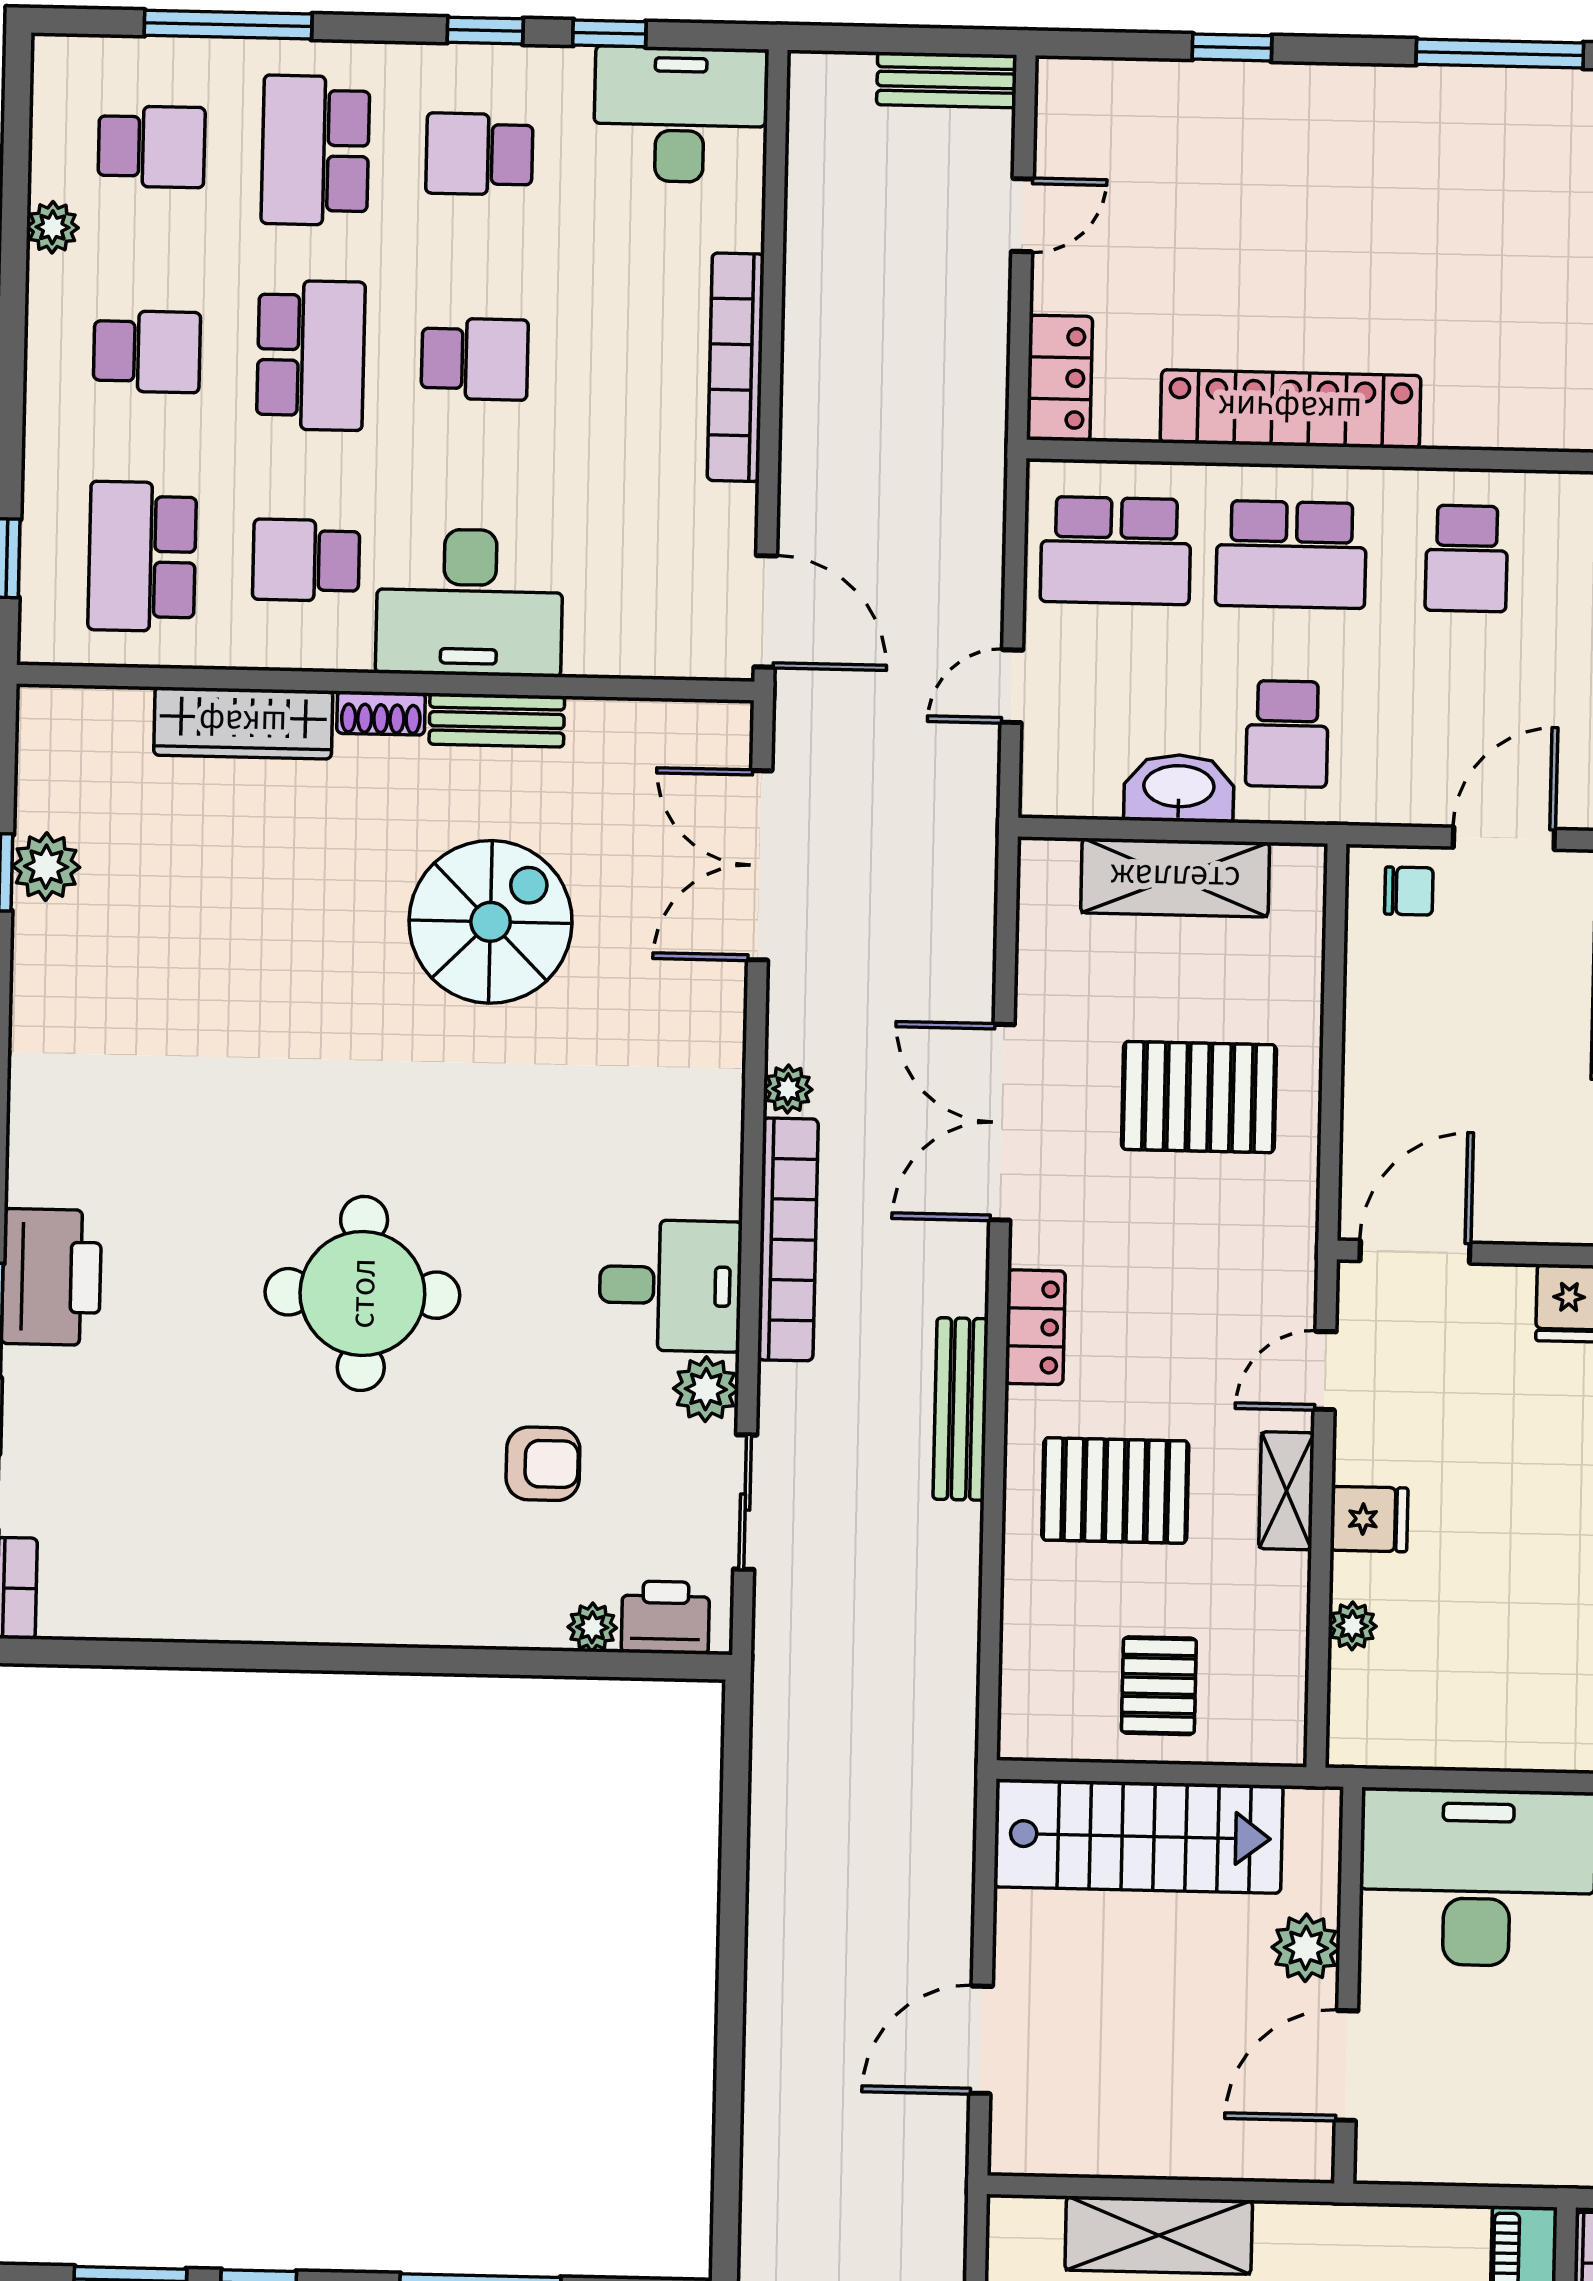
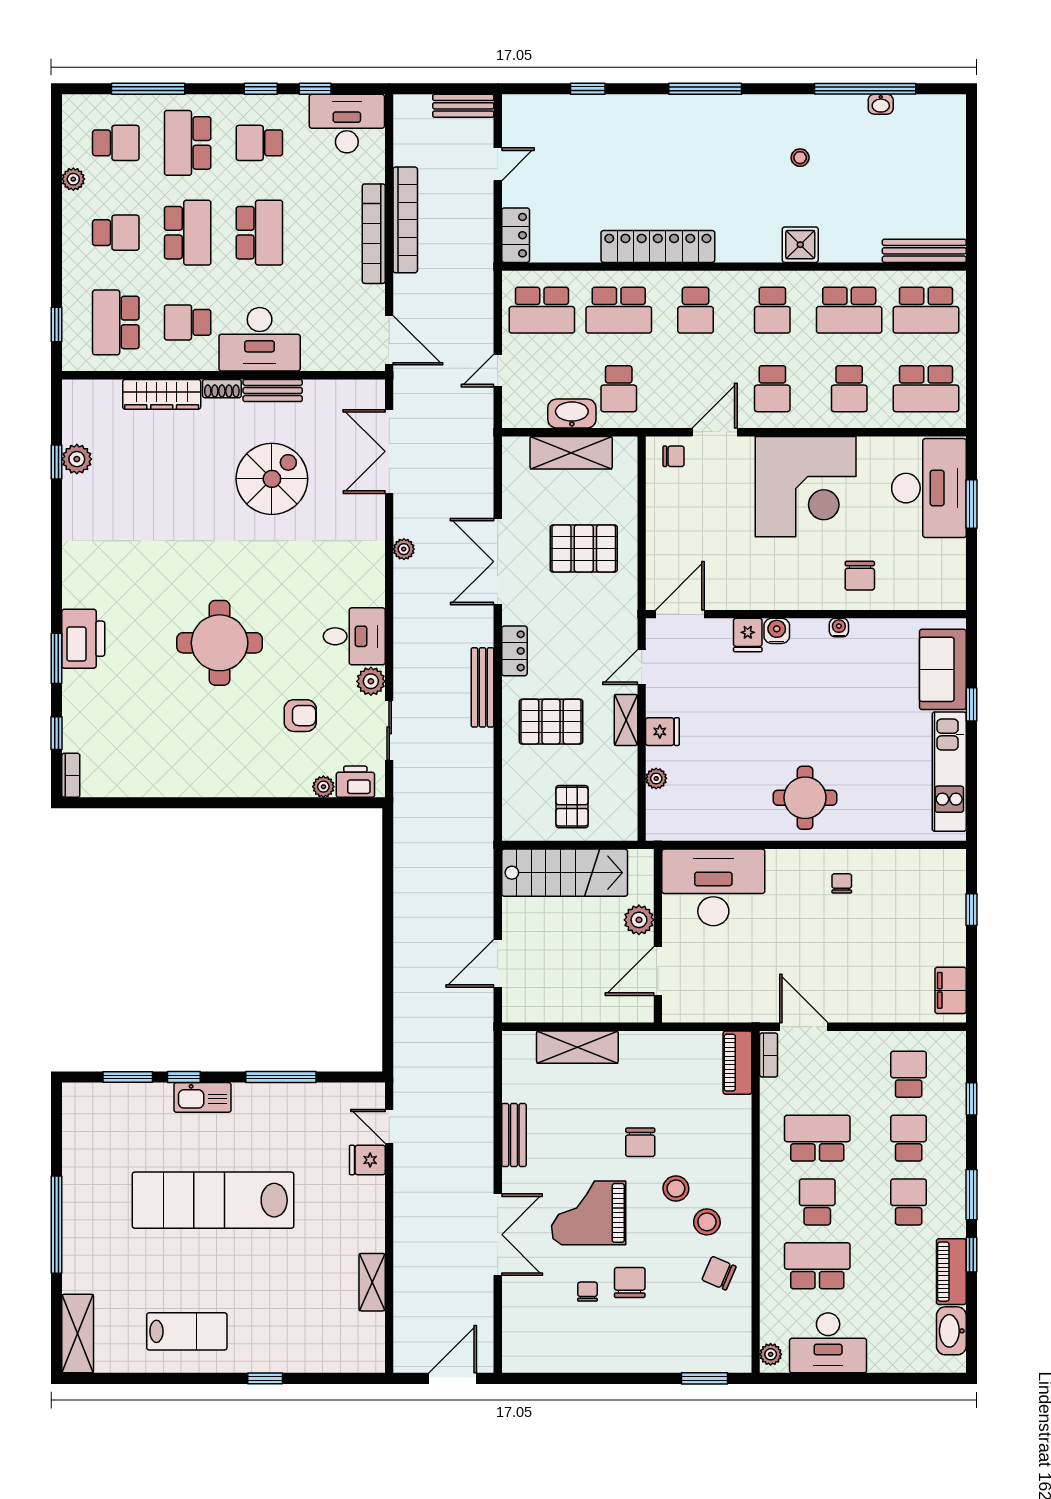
school desk: (475, 359) -> (259, 233), width x1.85
locker: (1290, 409) -> (658, 246), moved
bookcase: (788, 1239) -> (405, 220), moved

